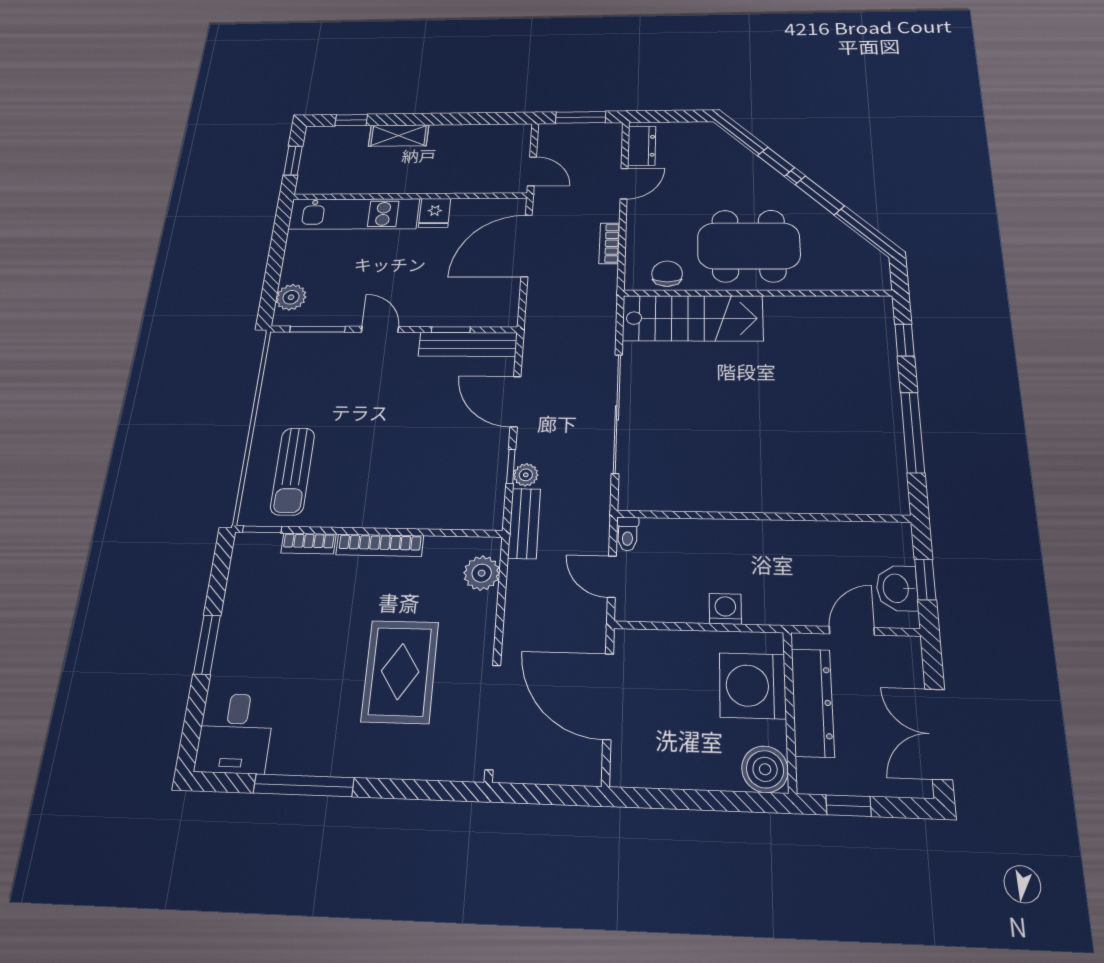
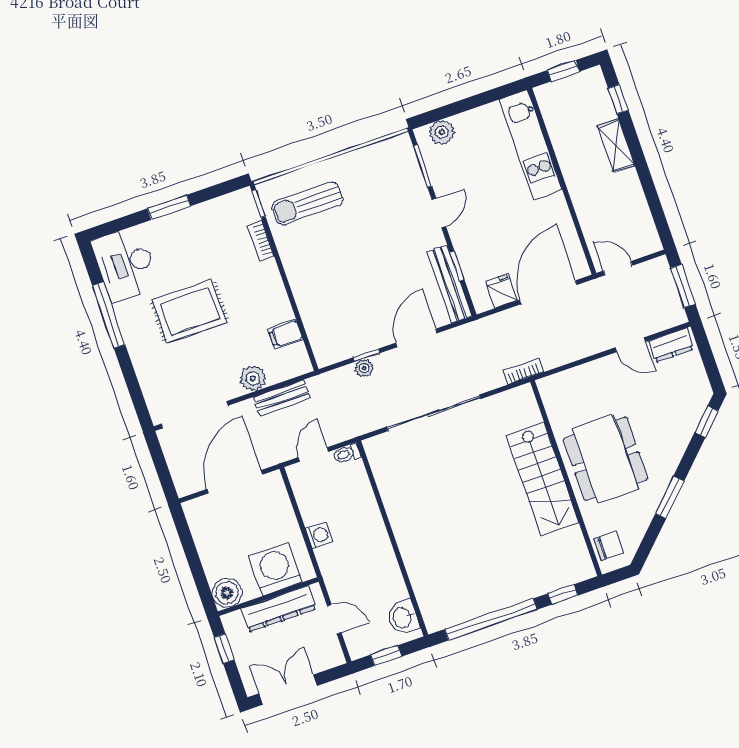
window: (776, 162) -> (707, 422), moved
door: (532, 171) -> (618, 268), swing flipped
fridge: (435, 213) -> (501, 291), moved, turned 90
bookcase: (609, 243) -> (523, 371), moved
door: (527, 246) -> (548, 292), hinge flipped
chair: (667, 274) -> (609, 546), moved
stairs: (692, 318) -> (543, 479), moved
window: (913, 432) -> (491, 619), width x1.46
bench: (524, 523) -> (282, 398), moved
bookcase: (380, 545) -> (278, 290), removed
filing cabinet: (440, 556) -> (286, 334), added
plant: (482, 573) -> (253, 378), moved
washbasin: (897, 588) -> (403, 617), moved, turned -90
rug: (400, 671) -> (189, 311), moved
desk: (235, 733) -> (125, 264), width x1.37

